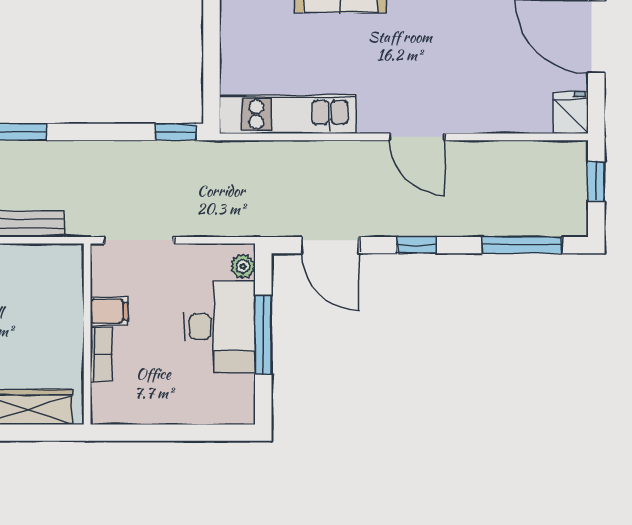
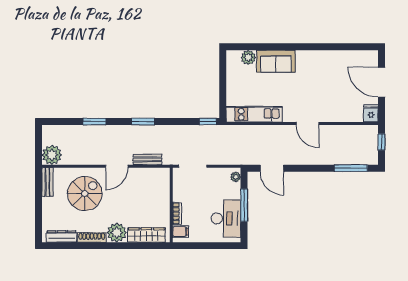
window: (417, 245) -> (307, 168), removed
filing cabinet: (109, 311) -> (180, 232), moved
desk: (219, 327) -> (226, 218), moved

